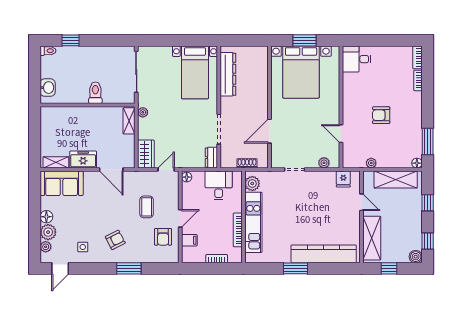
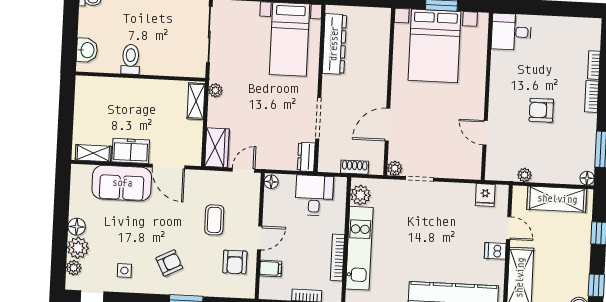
bookcase: (417, 57) -> (592, 96), moved
toilet: (95, 93) -> (131, 59), moved
plant: (324, 163) -> (395, 168), moved
sofa: (62, 183) -> (122, 183), moved
dishwasher: (353, 219) -> (495, 251), added

